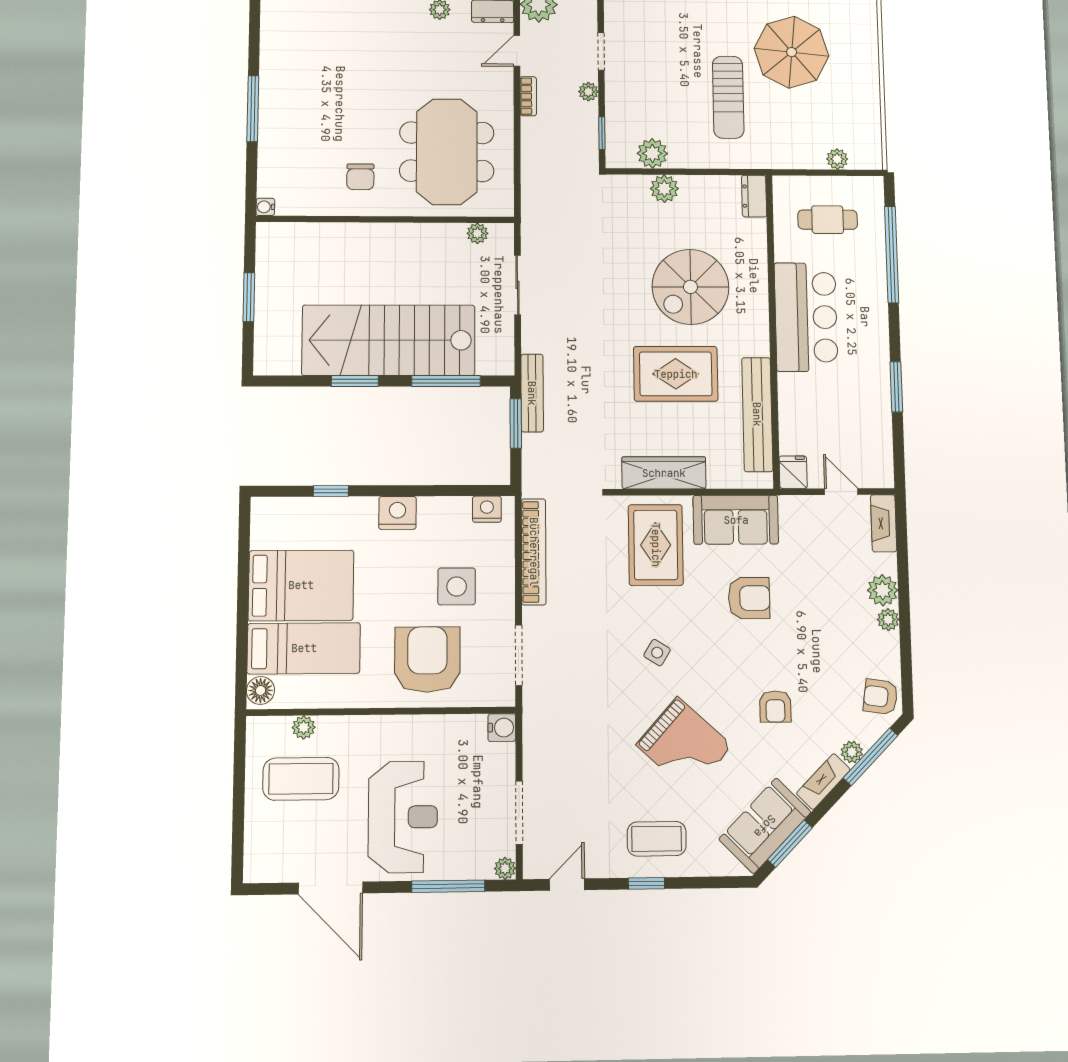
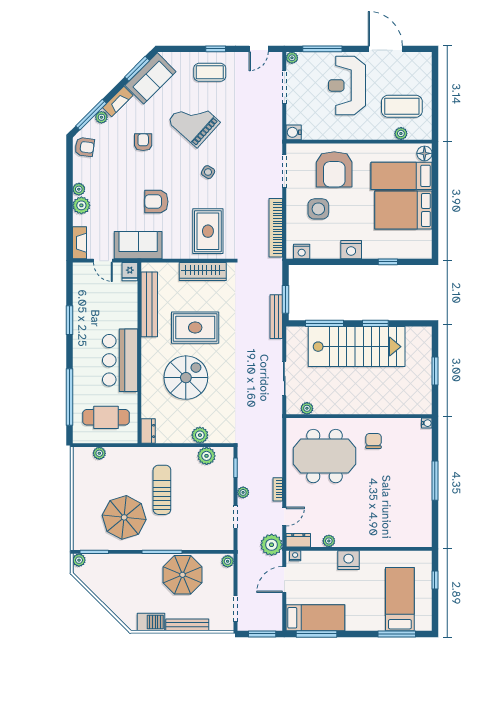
meeting table: (447, 152) -> (325, 456), turned 90
cafe table: (828, 220) -> (106, 417), width x1.37, depth x1.35
sofa: (736, 520) -> (138, 245), moved

